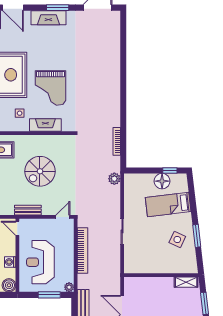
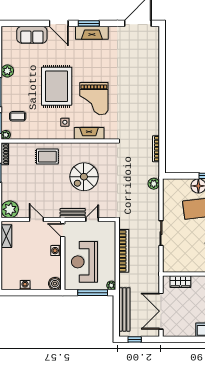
window: (58, 8) -> (89, 23), moved
door: (63, 217) -> (92, 220), moved
washing machine: (10, 262) -> (56, 251), moved
wardrobe: (143, 283) -> (180, 282), added
window: (49, 295) -> (93, 293), width x1.44

